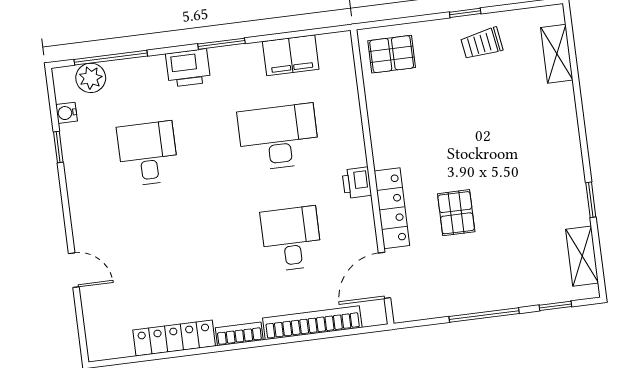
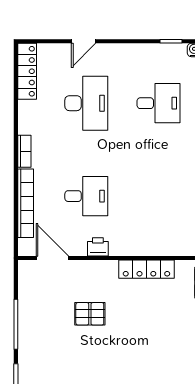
desk: (278, 137) -> (86, 103), moved
printer: (357, 183) -> (98, 247), moved
locker: (392, 208) -> (146, 269), moved
locker: (174, 338) -> (27, 71), moved

